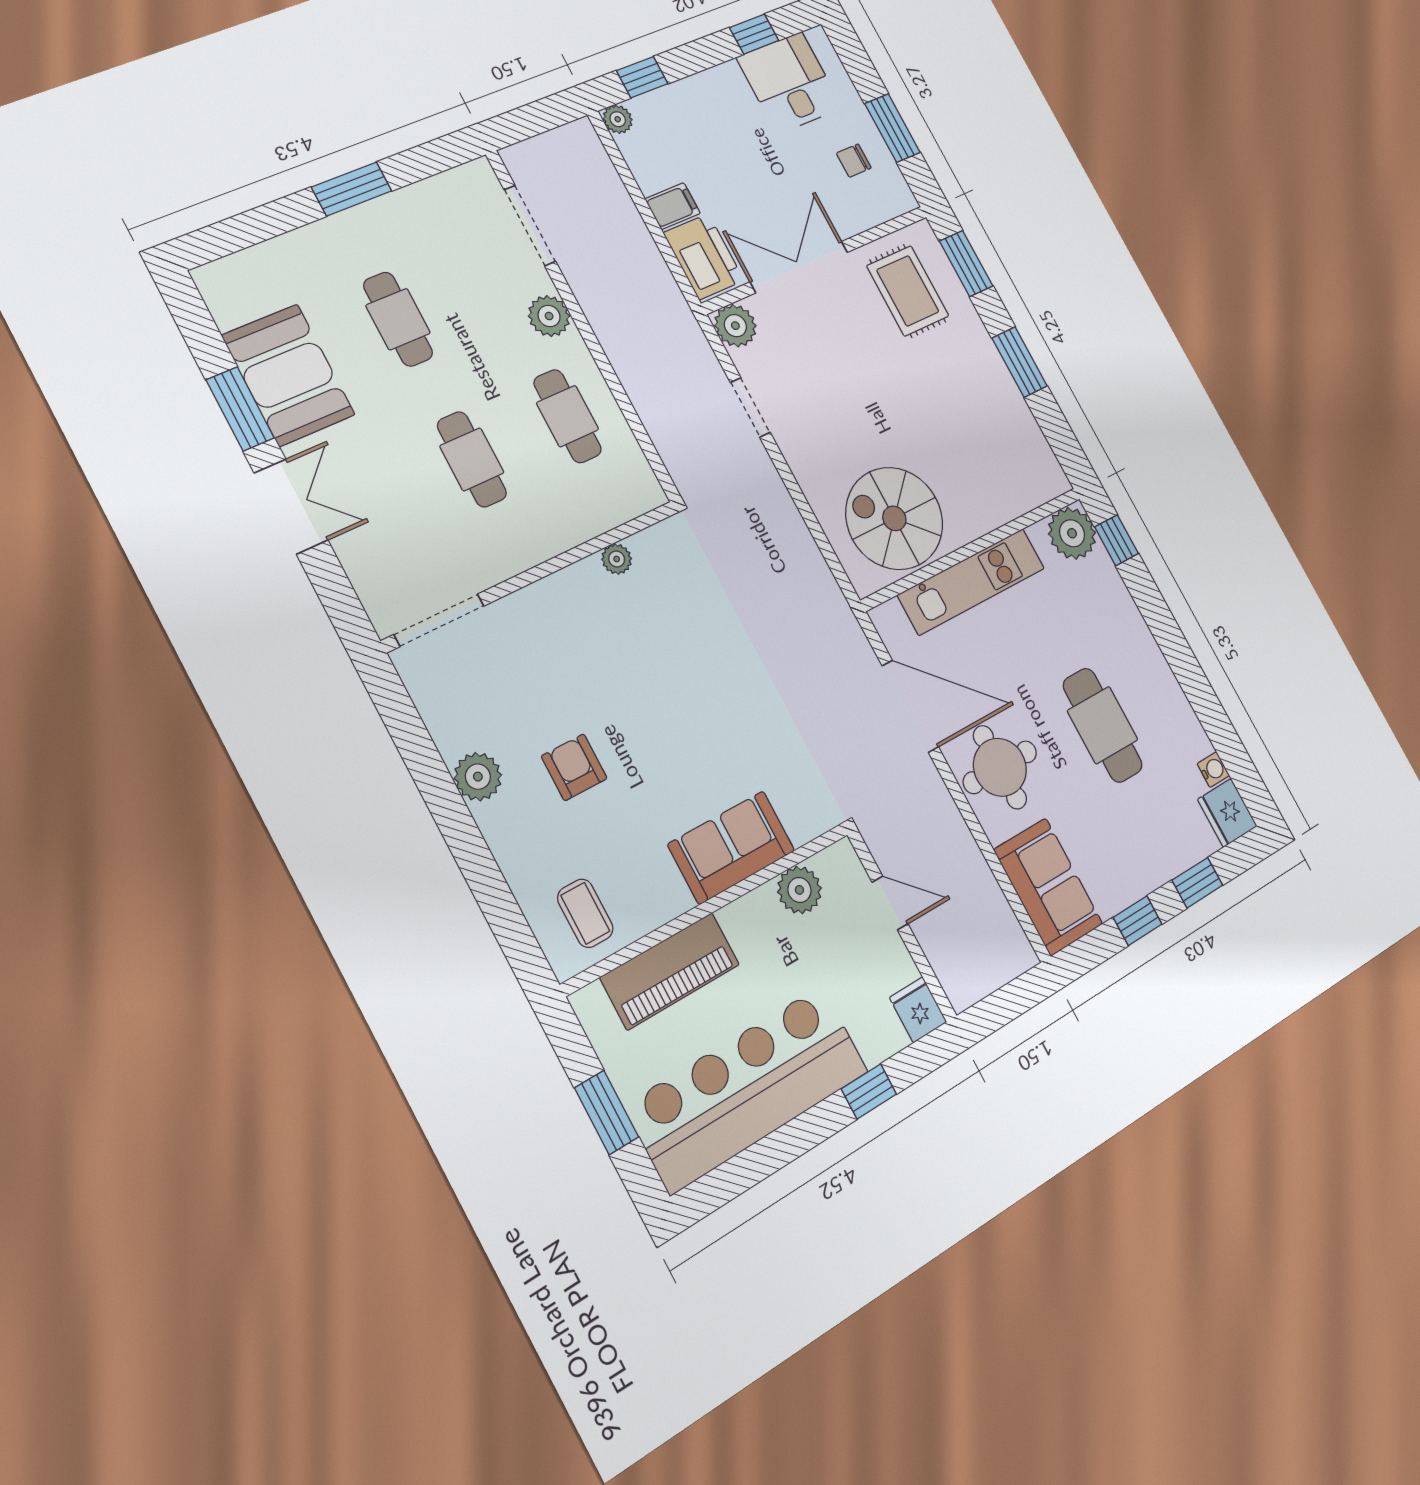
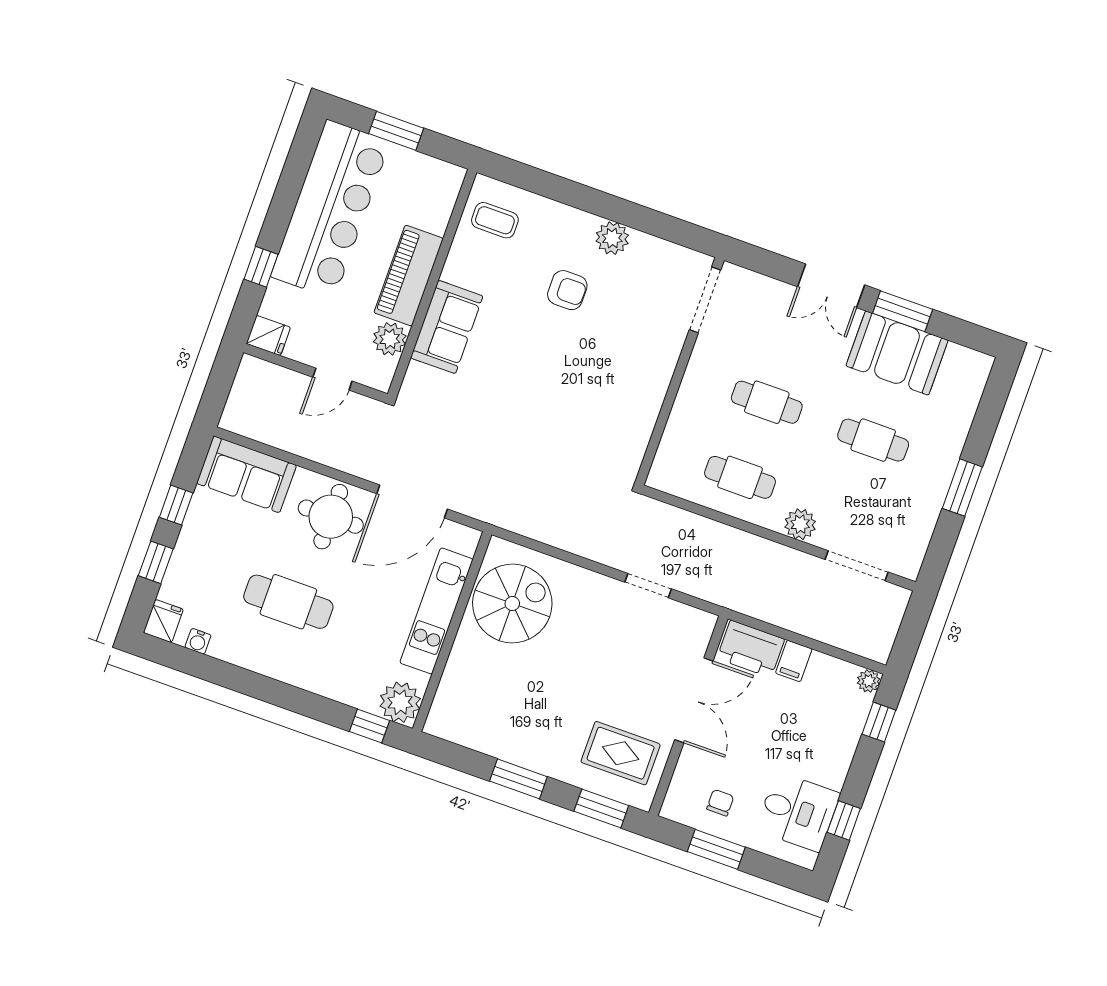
plant: (735, 326) -> (698, 626), removed
plant: (617, 559) -> (644, 424), removed
fridge: (1227, 813) -> (163, 621), width x0.72
piano: (670, 971) -> (409, 276), moved

